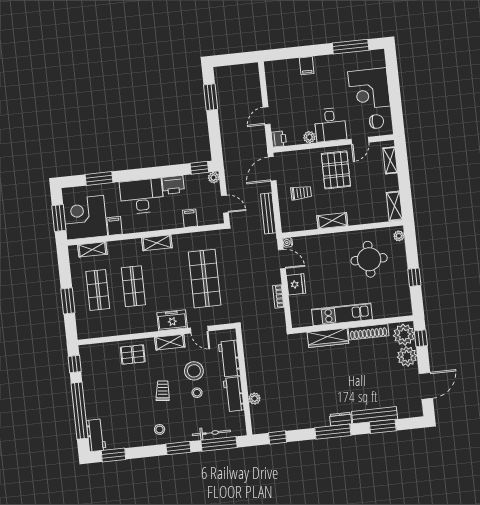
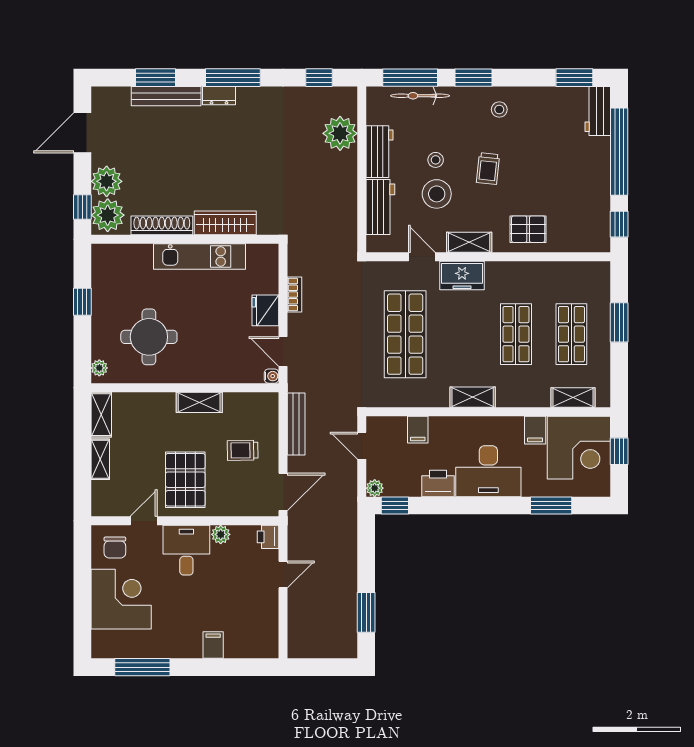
chair: (377, 122) -> (115, 548), turned -90
shelving: (390, 160) -> (100, 459), moved
window: (59, 218) -> (619, 451), width x0.67
plant: (255, 399) -> (340, 133), width x1.88, depth x1.88

